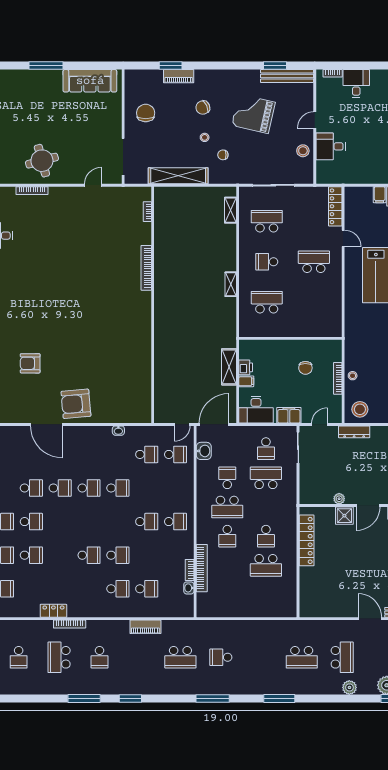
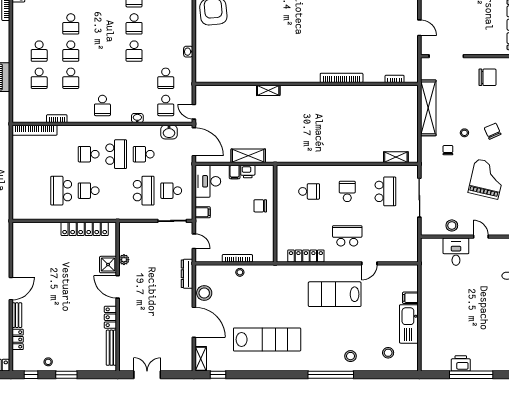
locker: (335, 206) -> (306, 256), moved
school desk: (314, 262) -> (347, 236), turned -90
shelving: (231, 284) -> (268, 90), moved
school desk: (267, 302) -> (309, 191), width x0.54
chair: (305, 368) -> (260, 206), moved
stool: (360, 409) -> (204, 293), moved
filing cabinet: (289, 415) -> (203, 212), width x0.50
school desk: (227, 478) -> (144, 154), turned 180
school desk: (227, 507) -> (116, 154), turned 180
school desk: (147, 522) -> (71, 78), moved
bookcase: (202, 568) -> (35, 130), moved
washbasin: (189, 588) -> (137, 118), moved

